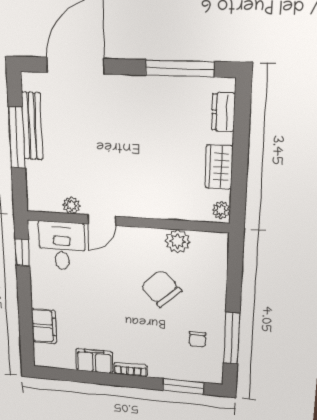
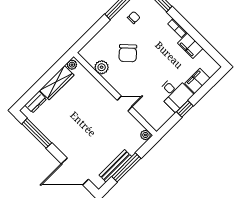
wardrobe: (219, 167) -> (57, 83), width x1.50
plant: (72, 205) -> (145, 135), moved
desk: (62, 246) -> (175, 94), moved, turned -90
window: (22, 252) -> (185, 109), moved

